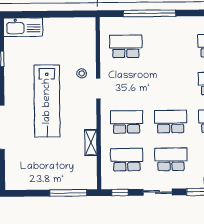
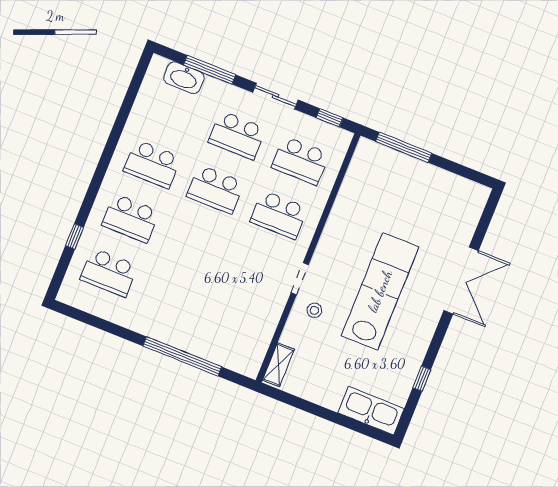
school desk: (126, 46) -> (235, 323), removed
shelving: (91, 142) -> (278, 365), moved

